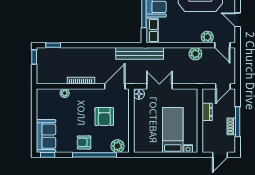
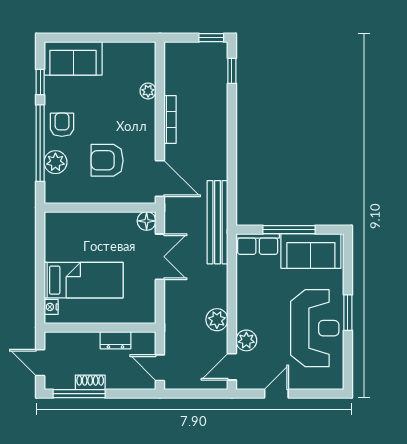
window: (238, 122) -> (79, 394), moved
plant: (118, 146) -> (55, 162), moved
window: (48, 155) -> (40, 82), moved

